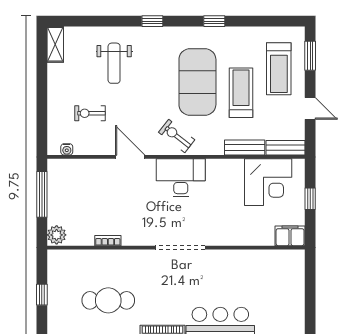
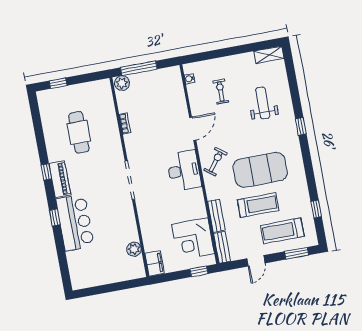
window: (214, 21) -> (316, 209), moved
weight bench: (114, 63) -> (263, 103), turned 90
window: (42, 194) -> (139, 68), moved
window: (310, 199) -> (199, 271), moved
plant: (267, 258) -> (134, 249), added
window: (42, 295) -> (58, 83), moved

